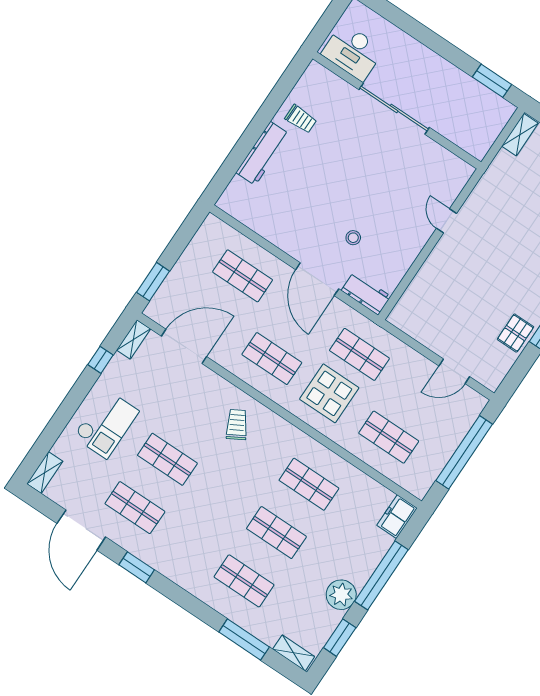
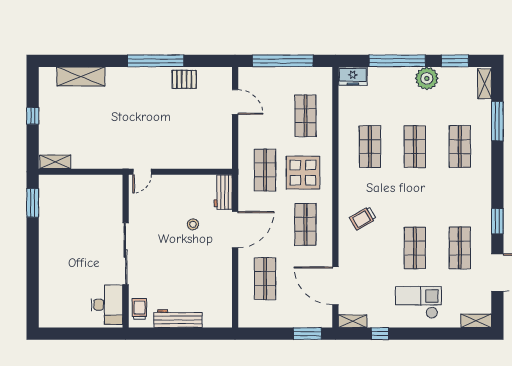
desk: (353, 52) -> (107, 305), moved
sliding door: (394, 109) -> (126, 254), moved
wall: (397, 110) -> (126, 251), moved

